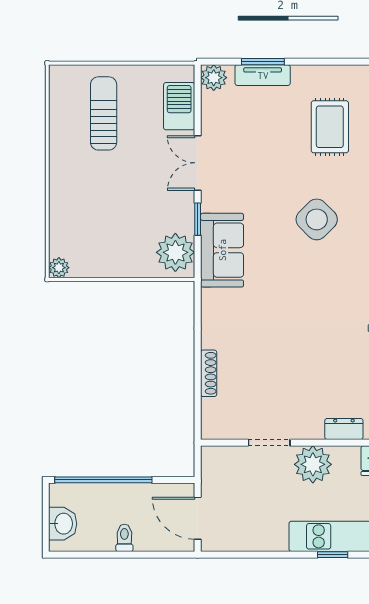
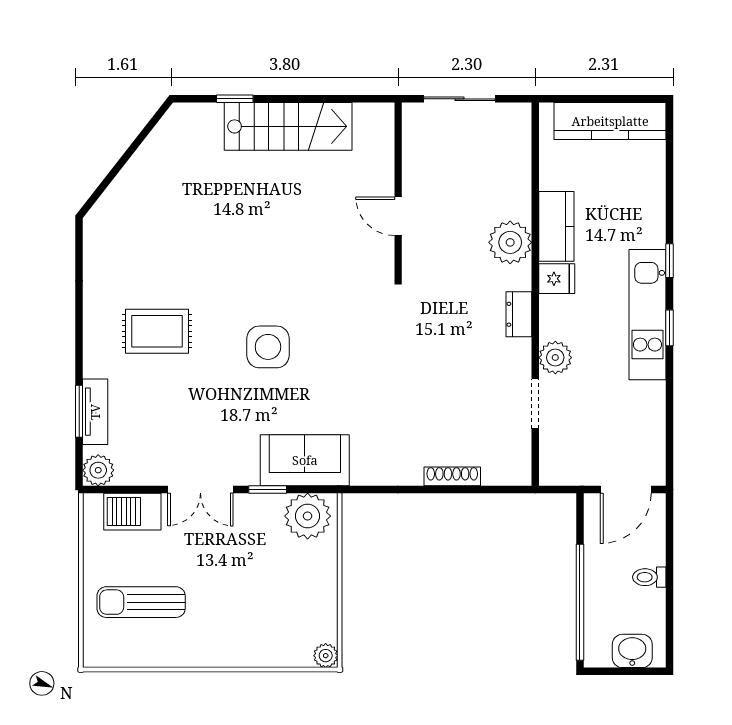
side table: (317, 219) -> (268, 347), turned 45
plant: (313, 464) -> (555, 358), width x0.73, depth x0.73

